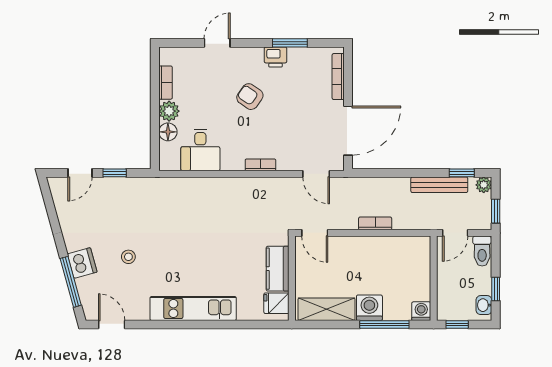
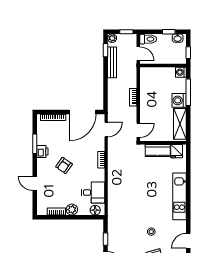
door: (348, 131) -> (83, 112), swing flipped
floor lamp: (168, 132) -> (95, 210), moved

